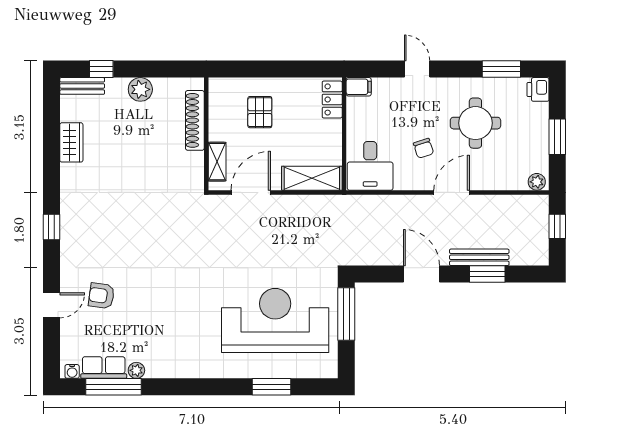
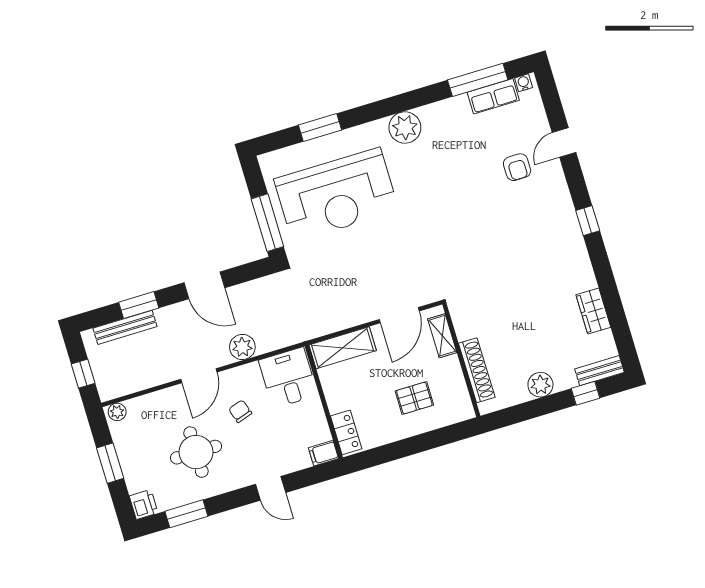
pallet: (260, 112) -> (414, 398), turned 90
plant: (404, 207) -> (242, 347), added
bench: (479, 257) -> (125, 327), moved
armchair: (102, 296) -> (517, 167), turned 82
plant: (136, 370) -> (405, 128), moved, width x1.87, depth x1.87

